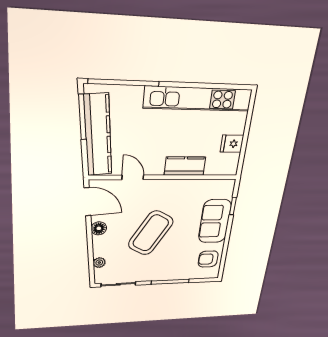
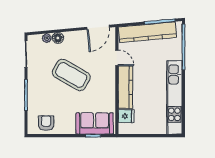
fridge: (232, 144) -> (126, 116), moved, turned 90
kitchen counter: (185, 166) -> (125, 87), width x1.50
door: (133, 177) -> (117, 58), hinge flipped
sofa: (215, 221) -> (95, 123), moved
floor lamp: (99, 228) -> (58, 38), moved

